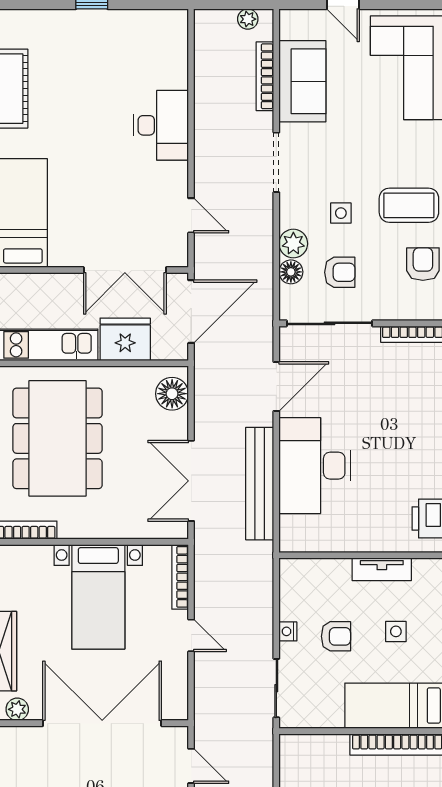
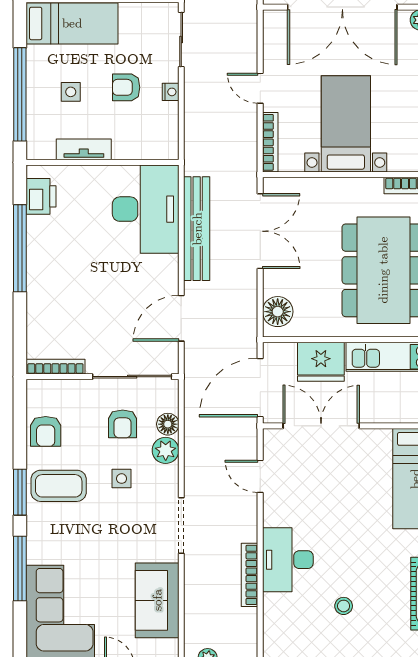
stool: (101, 75) -> (344, 606), added
bookcase: (265, 76) -> (249, 575), moved, turned 180
armchair: (340, 272) -> (123, 424), turned -90
desk: (315, 466) -> (146, 209), moved

